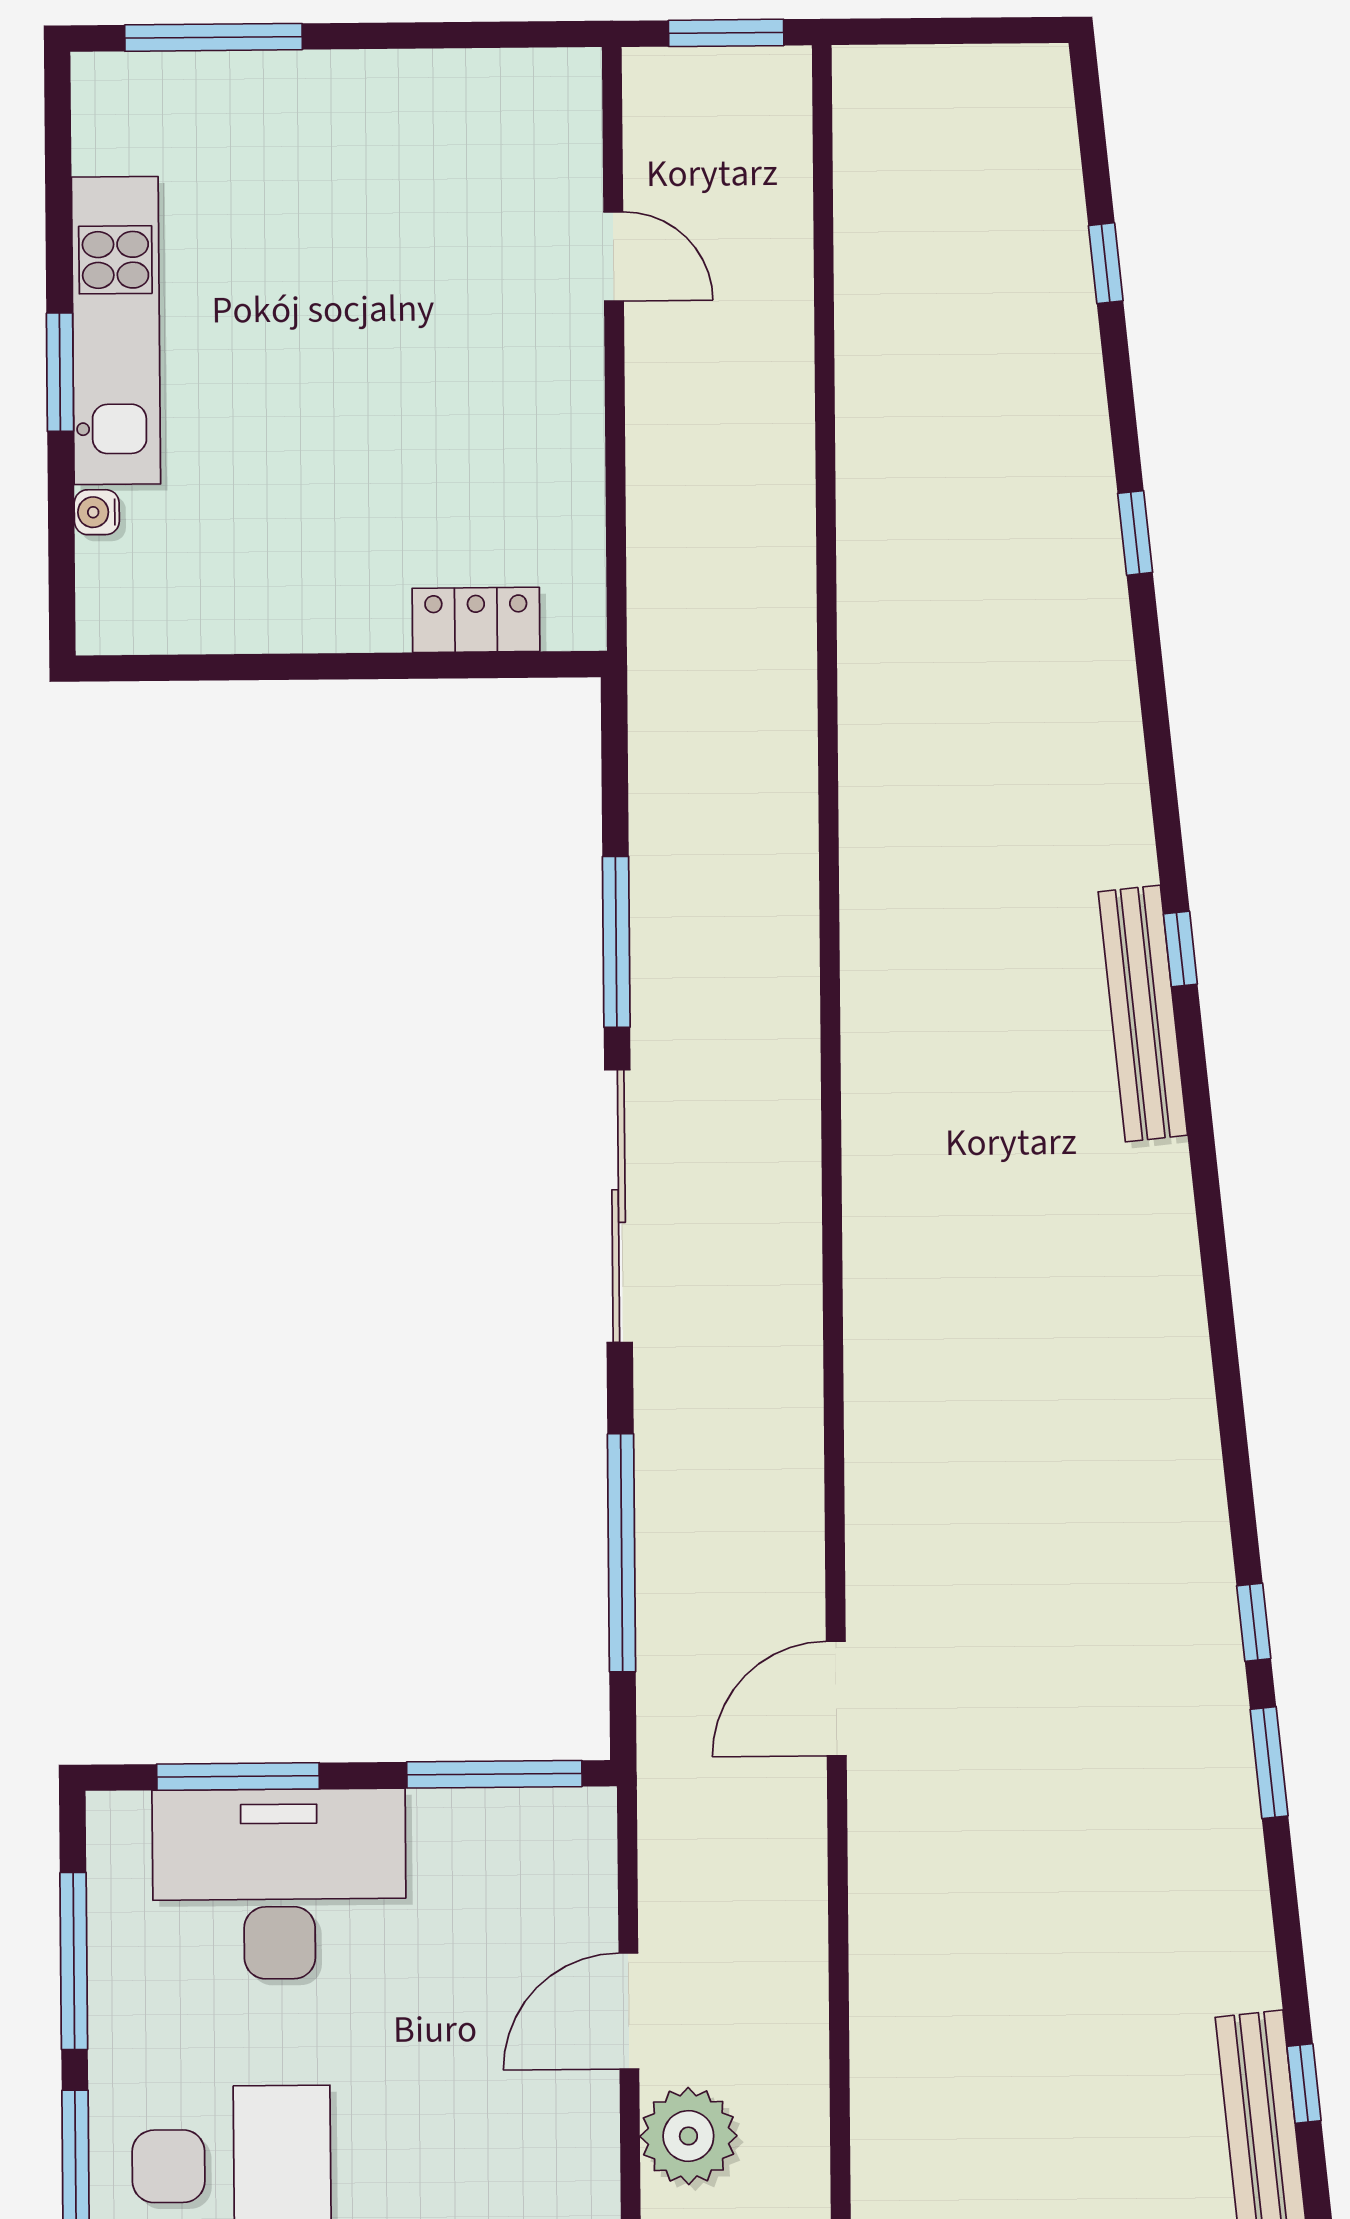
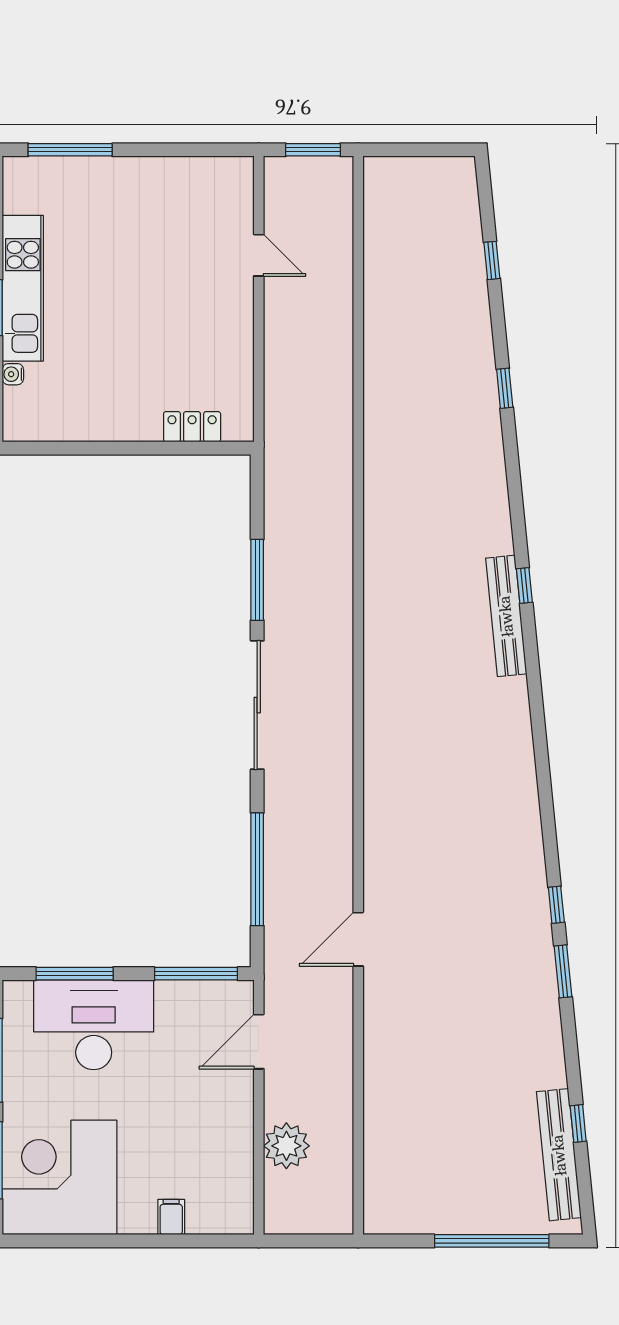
door: (629, 2011) -> (259, 1042), moved

